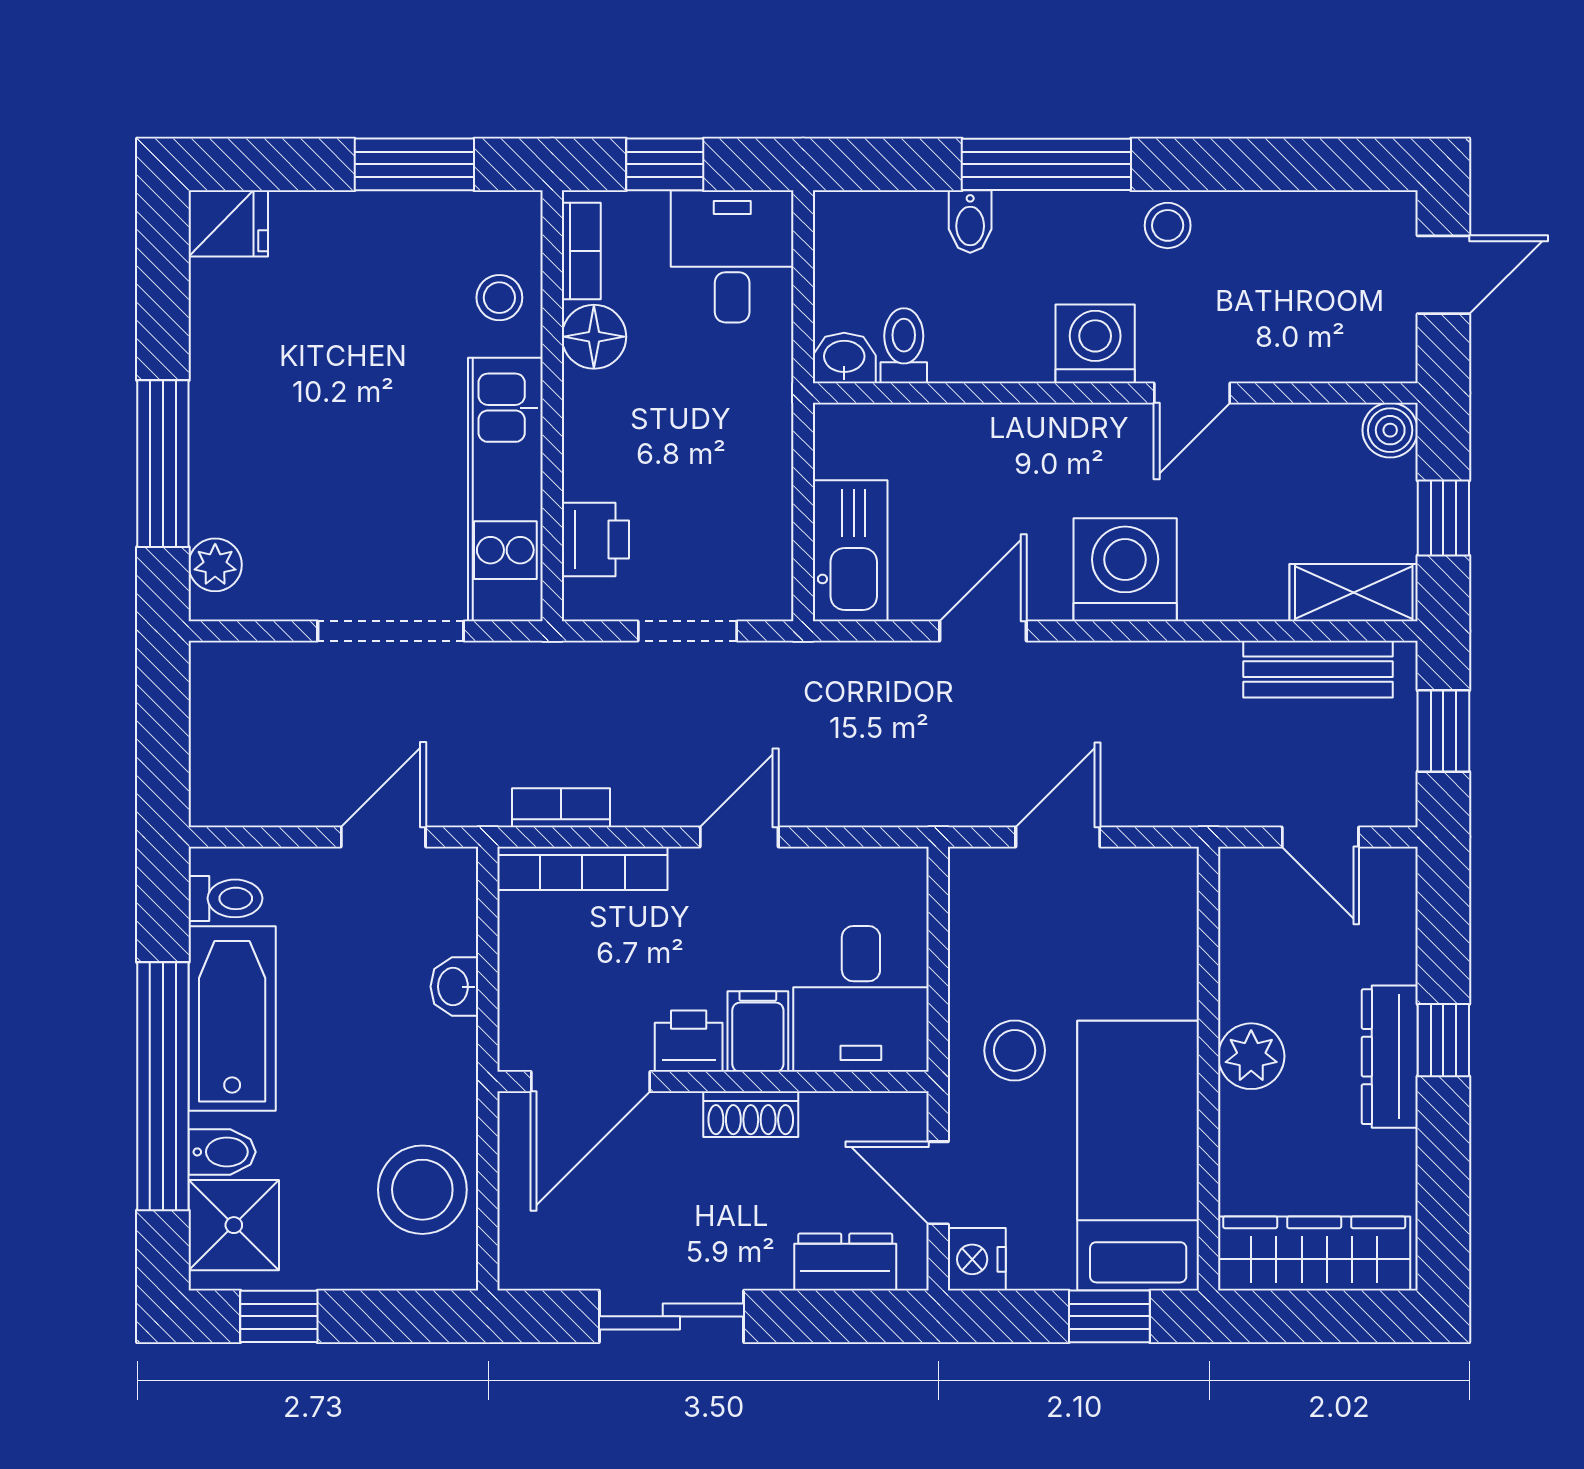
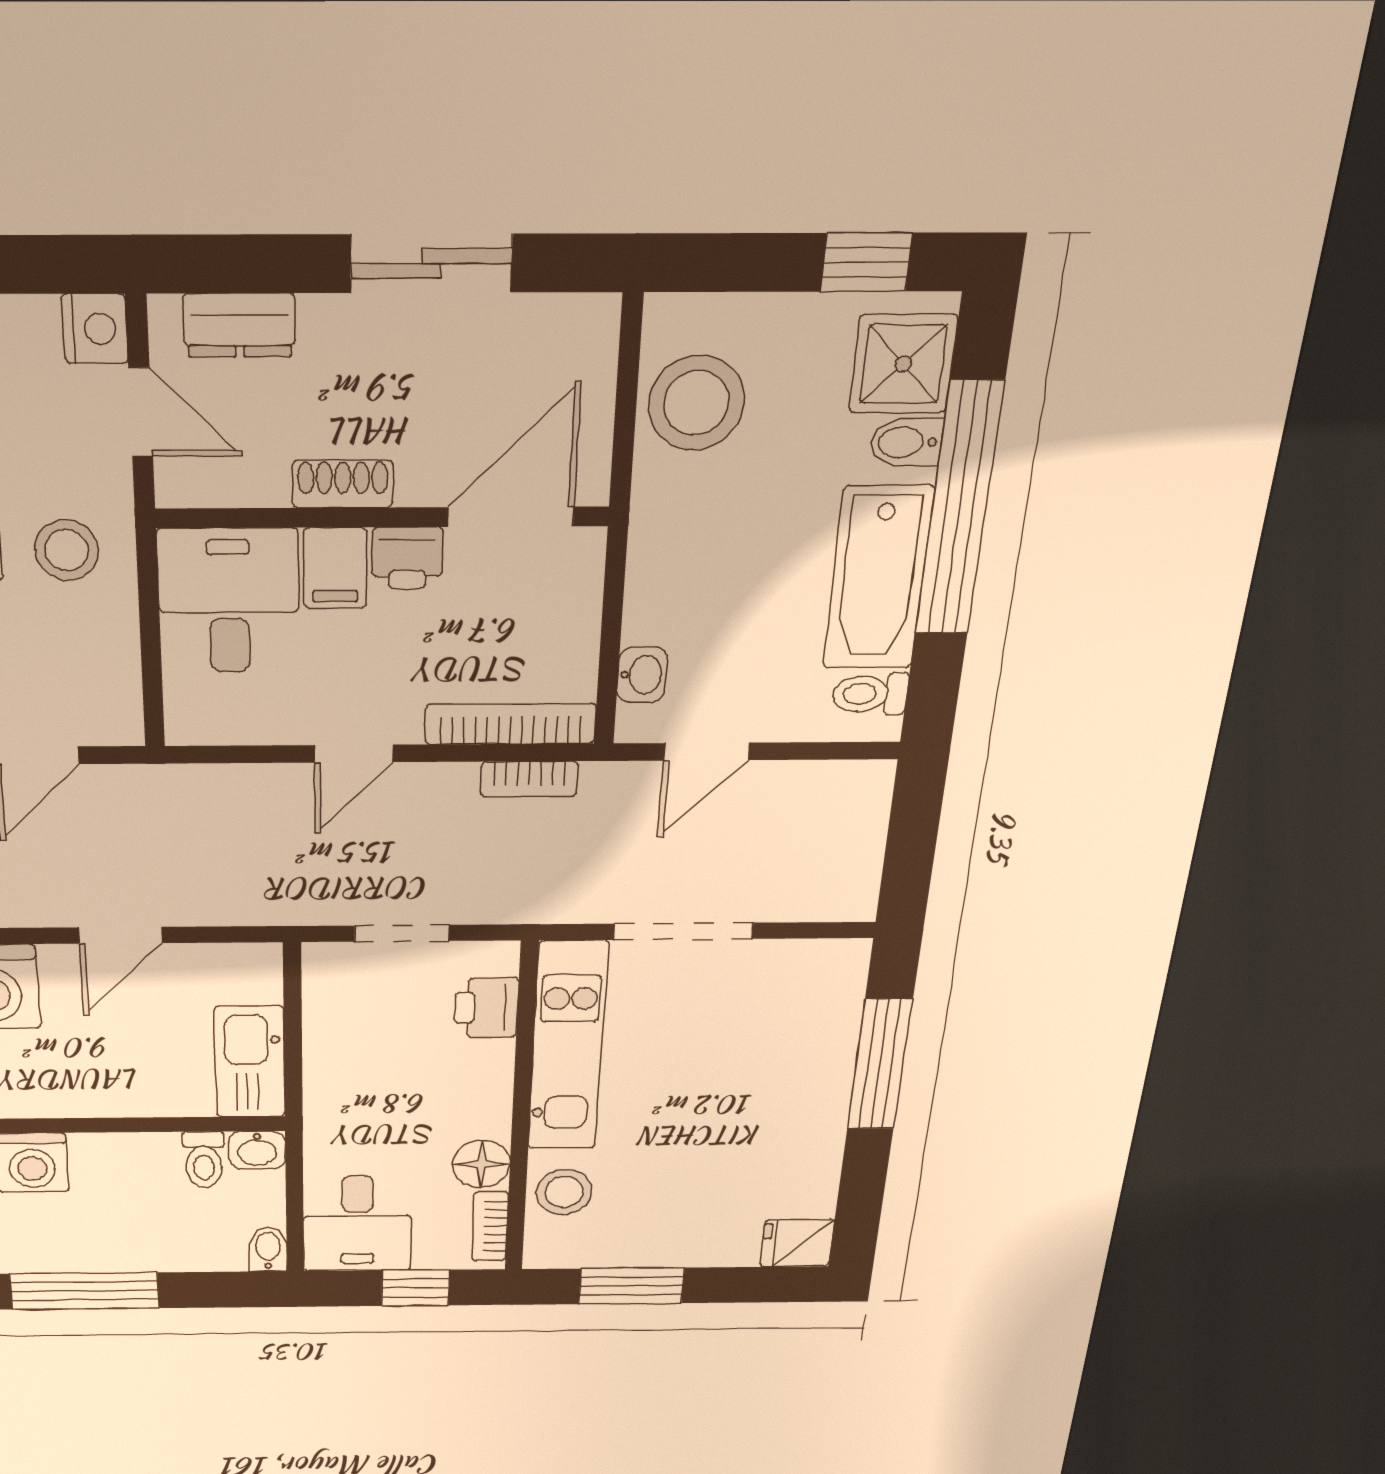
bidet: (970, 222) -> (268, 1249), moved
stool: (499, 298) -> (564, 1192), width x1.37, depth x1.37
kitchen sink: (850, 551) -> (250, 1062), moved
plant: (215, 565) -> (842, 985), removed
washbasin: (454, 987) -> (642, 675), moved

